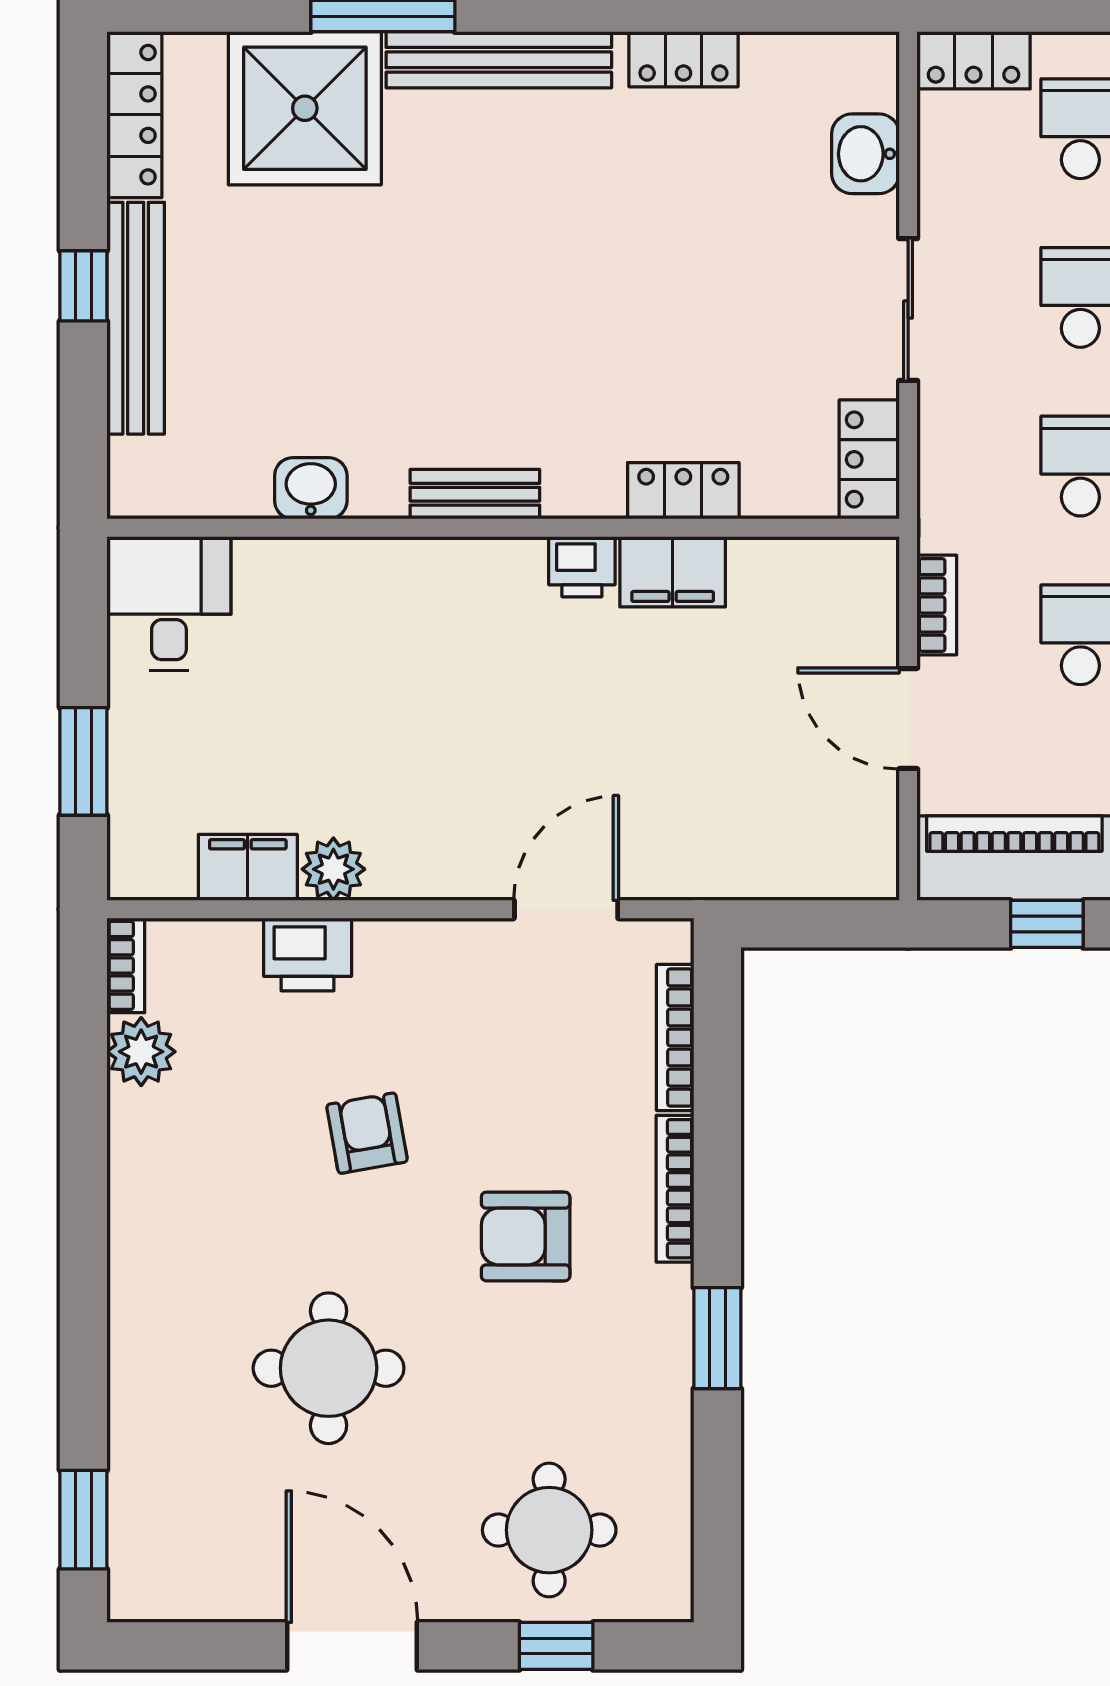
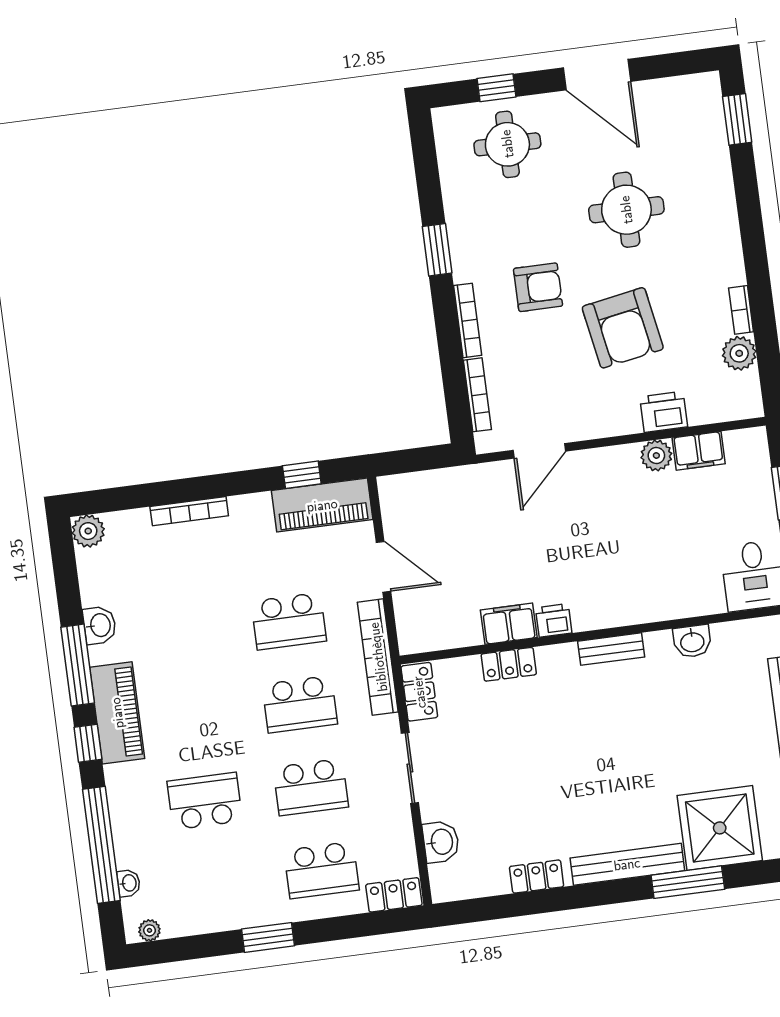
bookcase: (937, 605) -> (378, 657), width x2.31, depth x1.31
bookcase: (126, 965) -> (741, 310), moved
armchair: (367, 1133) -> (623, 328), width x1.88, depth x1.88

